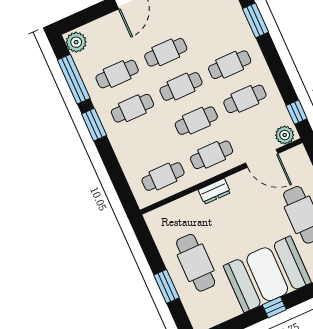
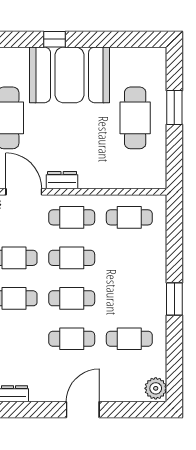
window: (74, 79) -> (174, 353), removed
cafe table: (132, 108) -> (129, 298), removed
dresser: (214, 191) -> (62, 180), moved
window: (274, 307) -> (54, 39), moved

